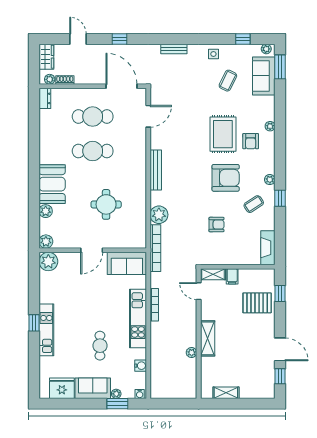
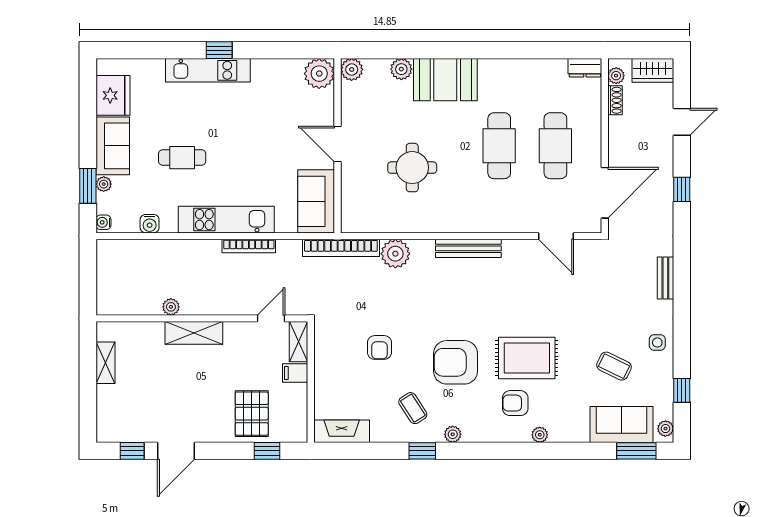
armchair: (226, 178) -> (456, 362), turned 90

